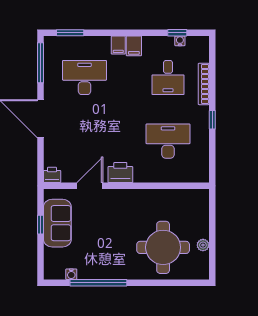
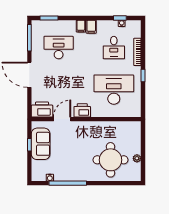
desk: (168, 141) -> (114, 90), width x1.36, depth x1.30
printer: (52, 175) -> (42, 110), width x1.87, depth x1.48

